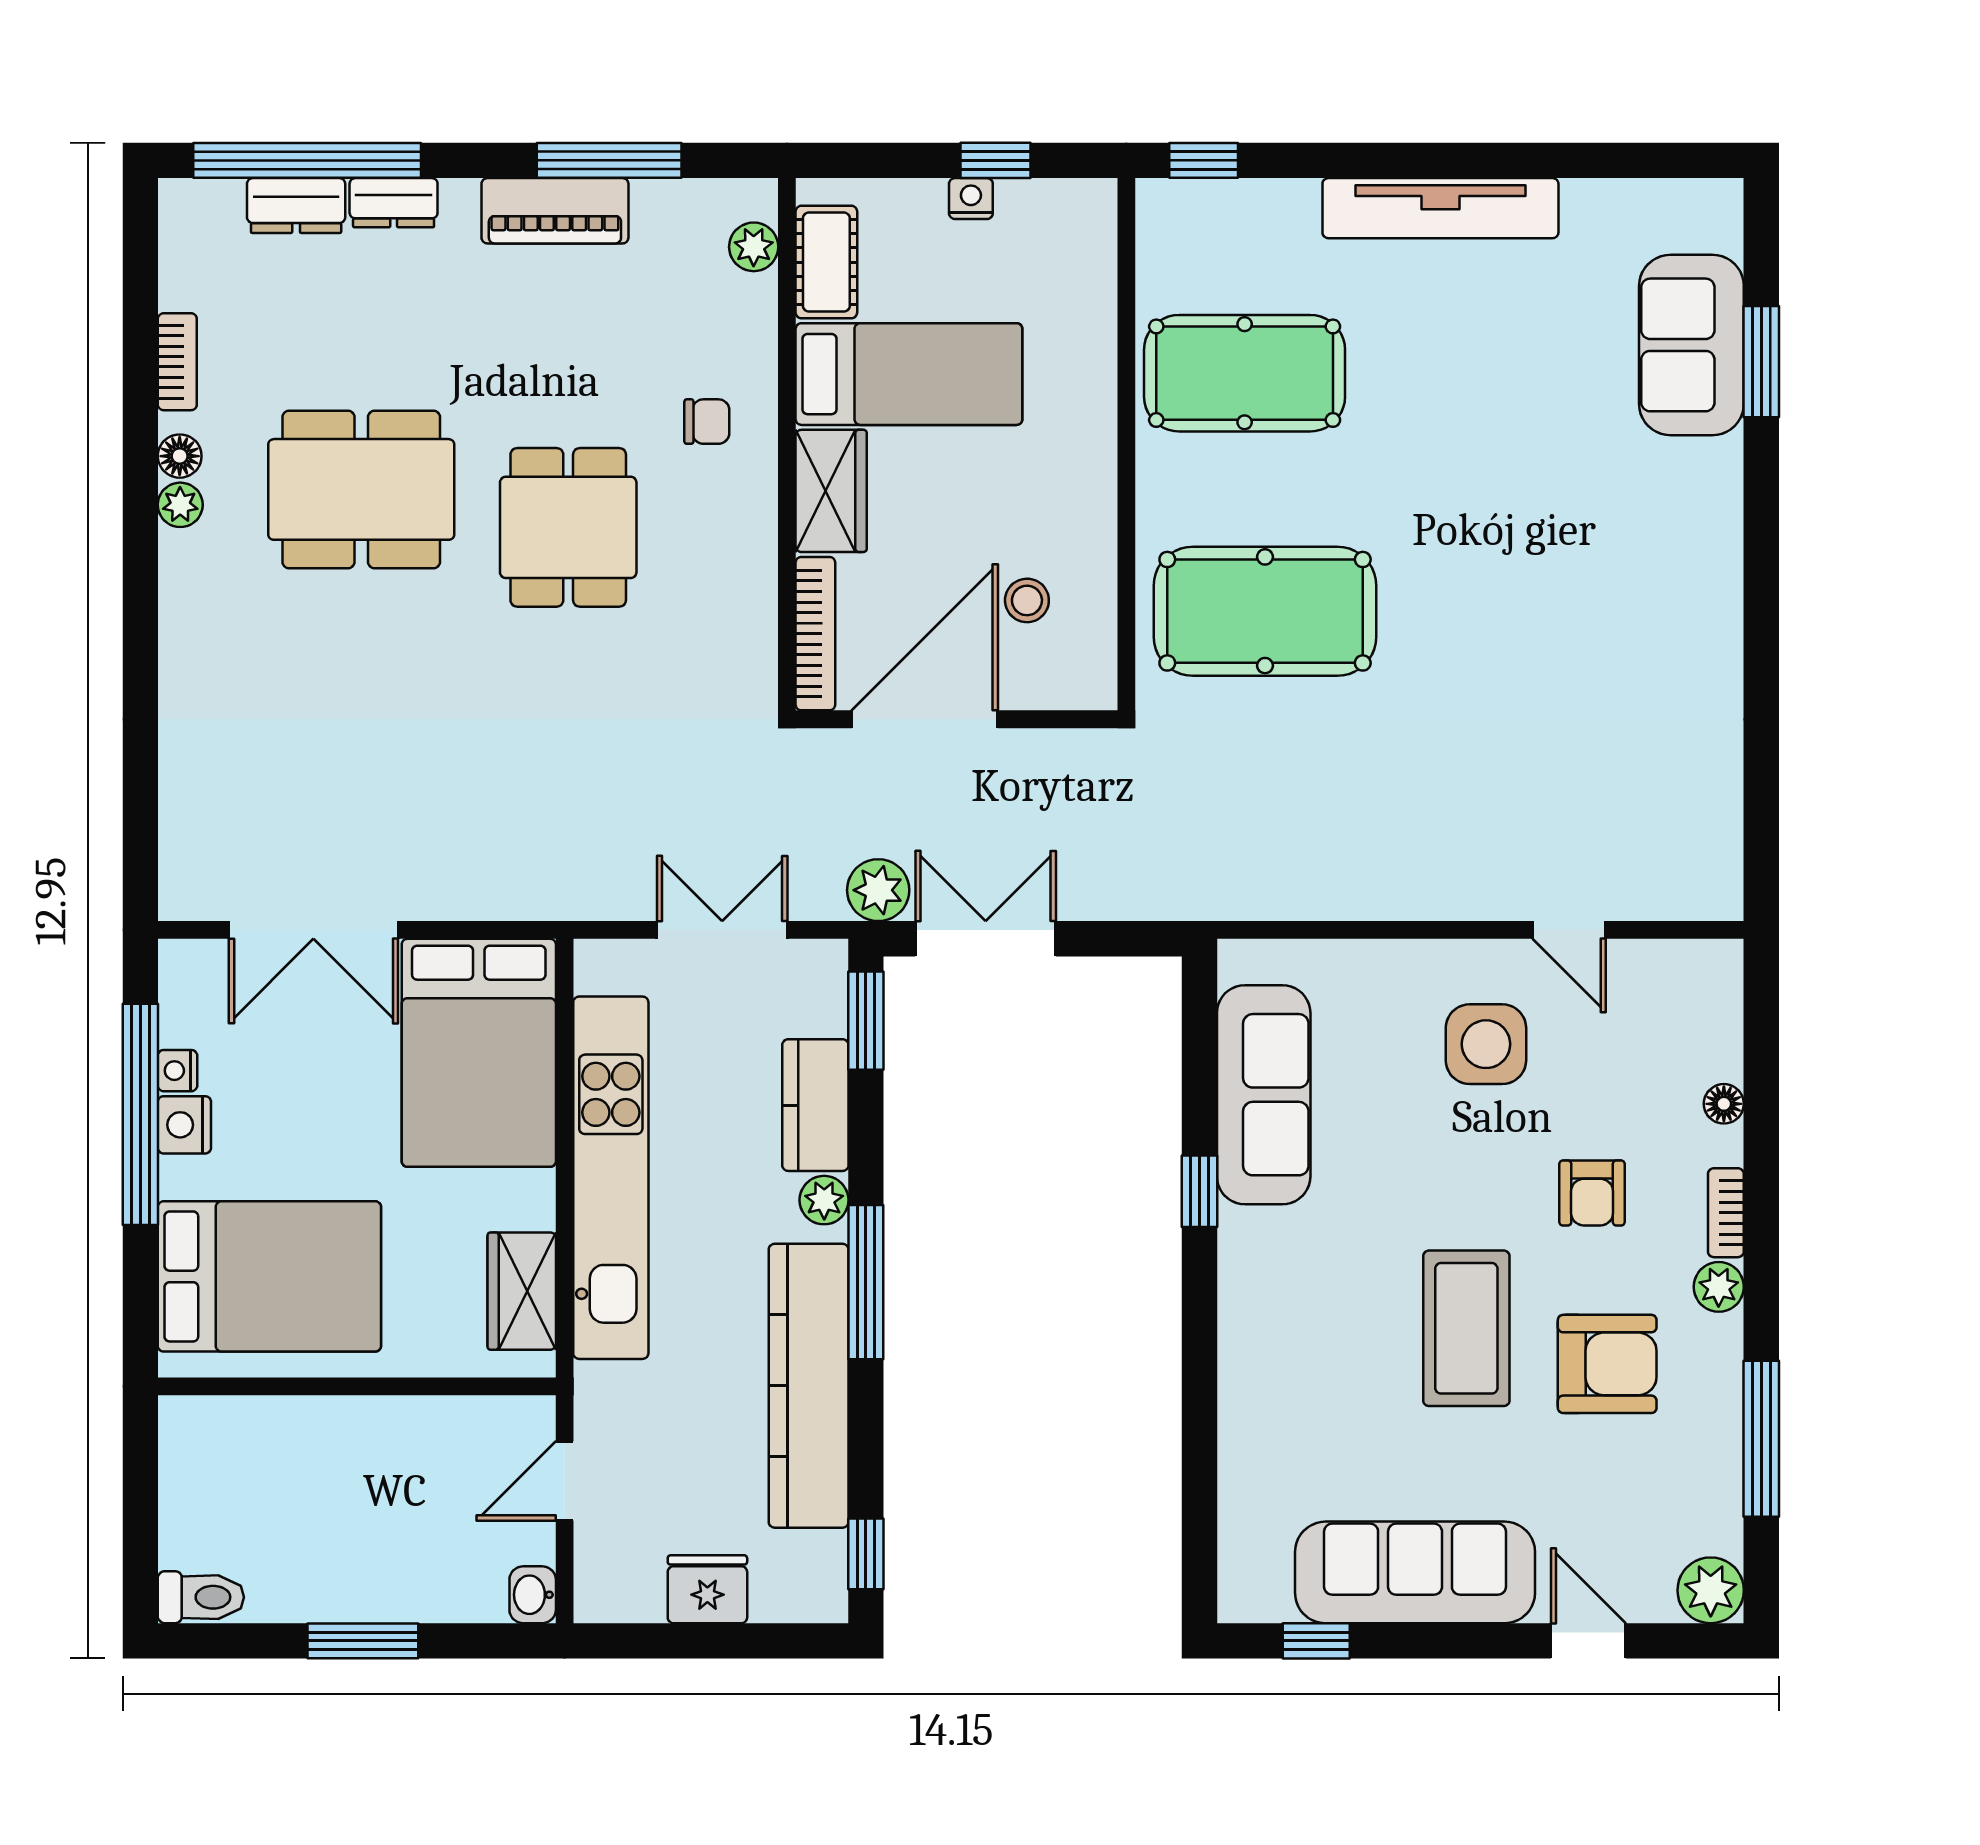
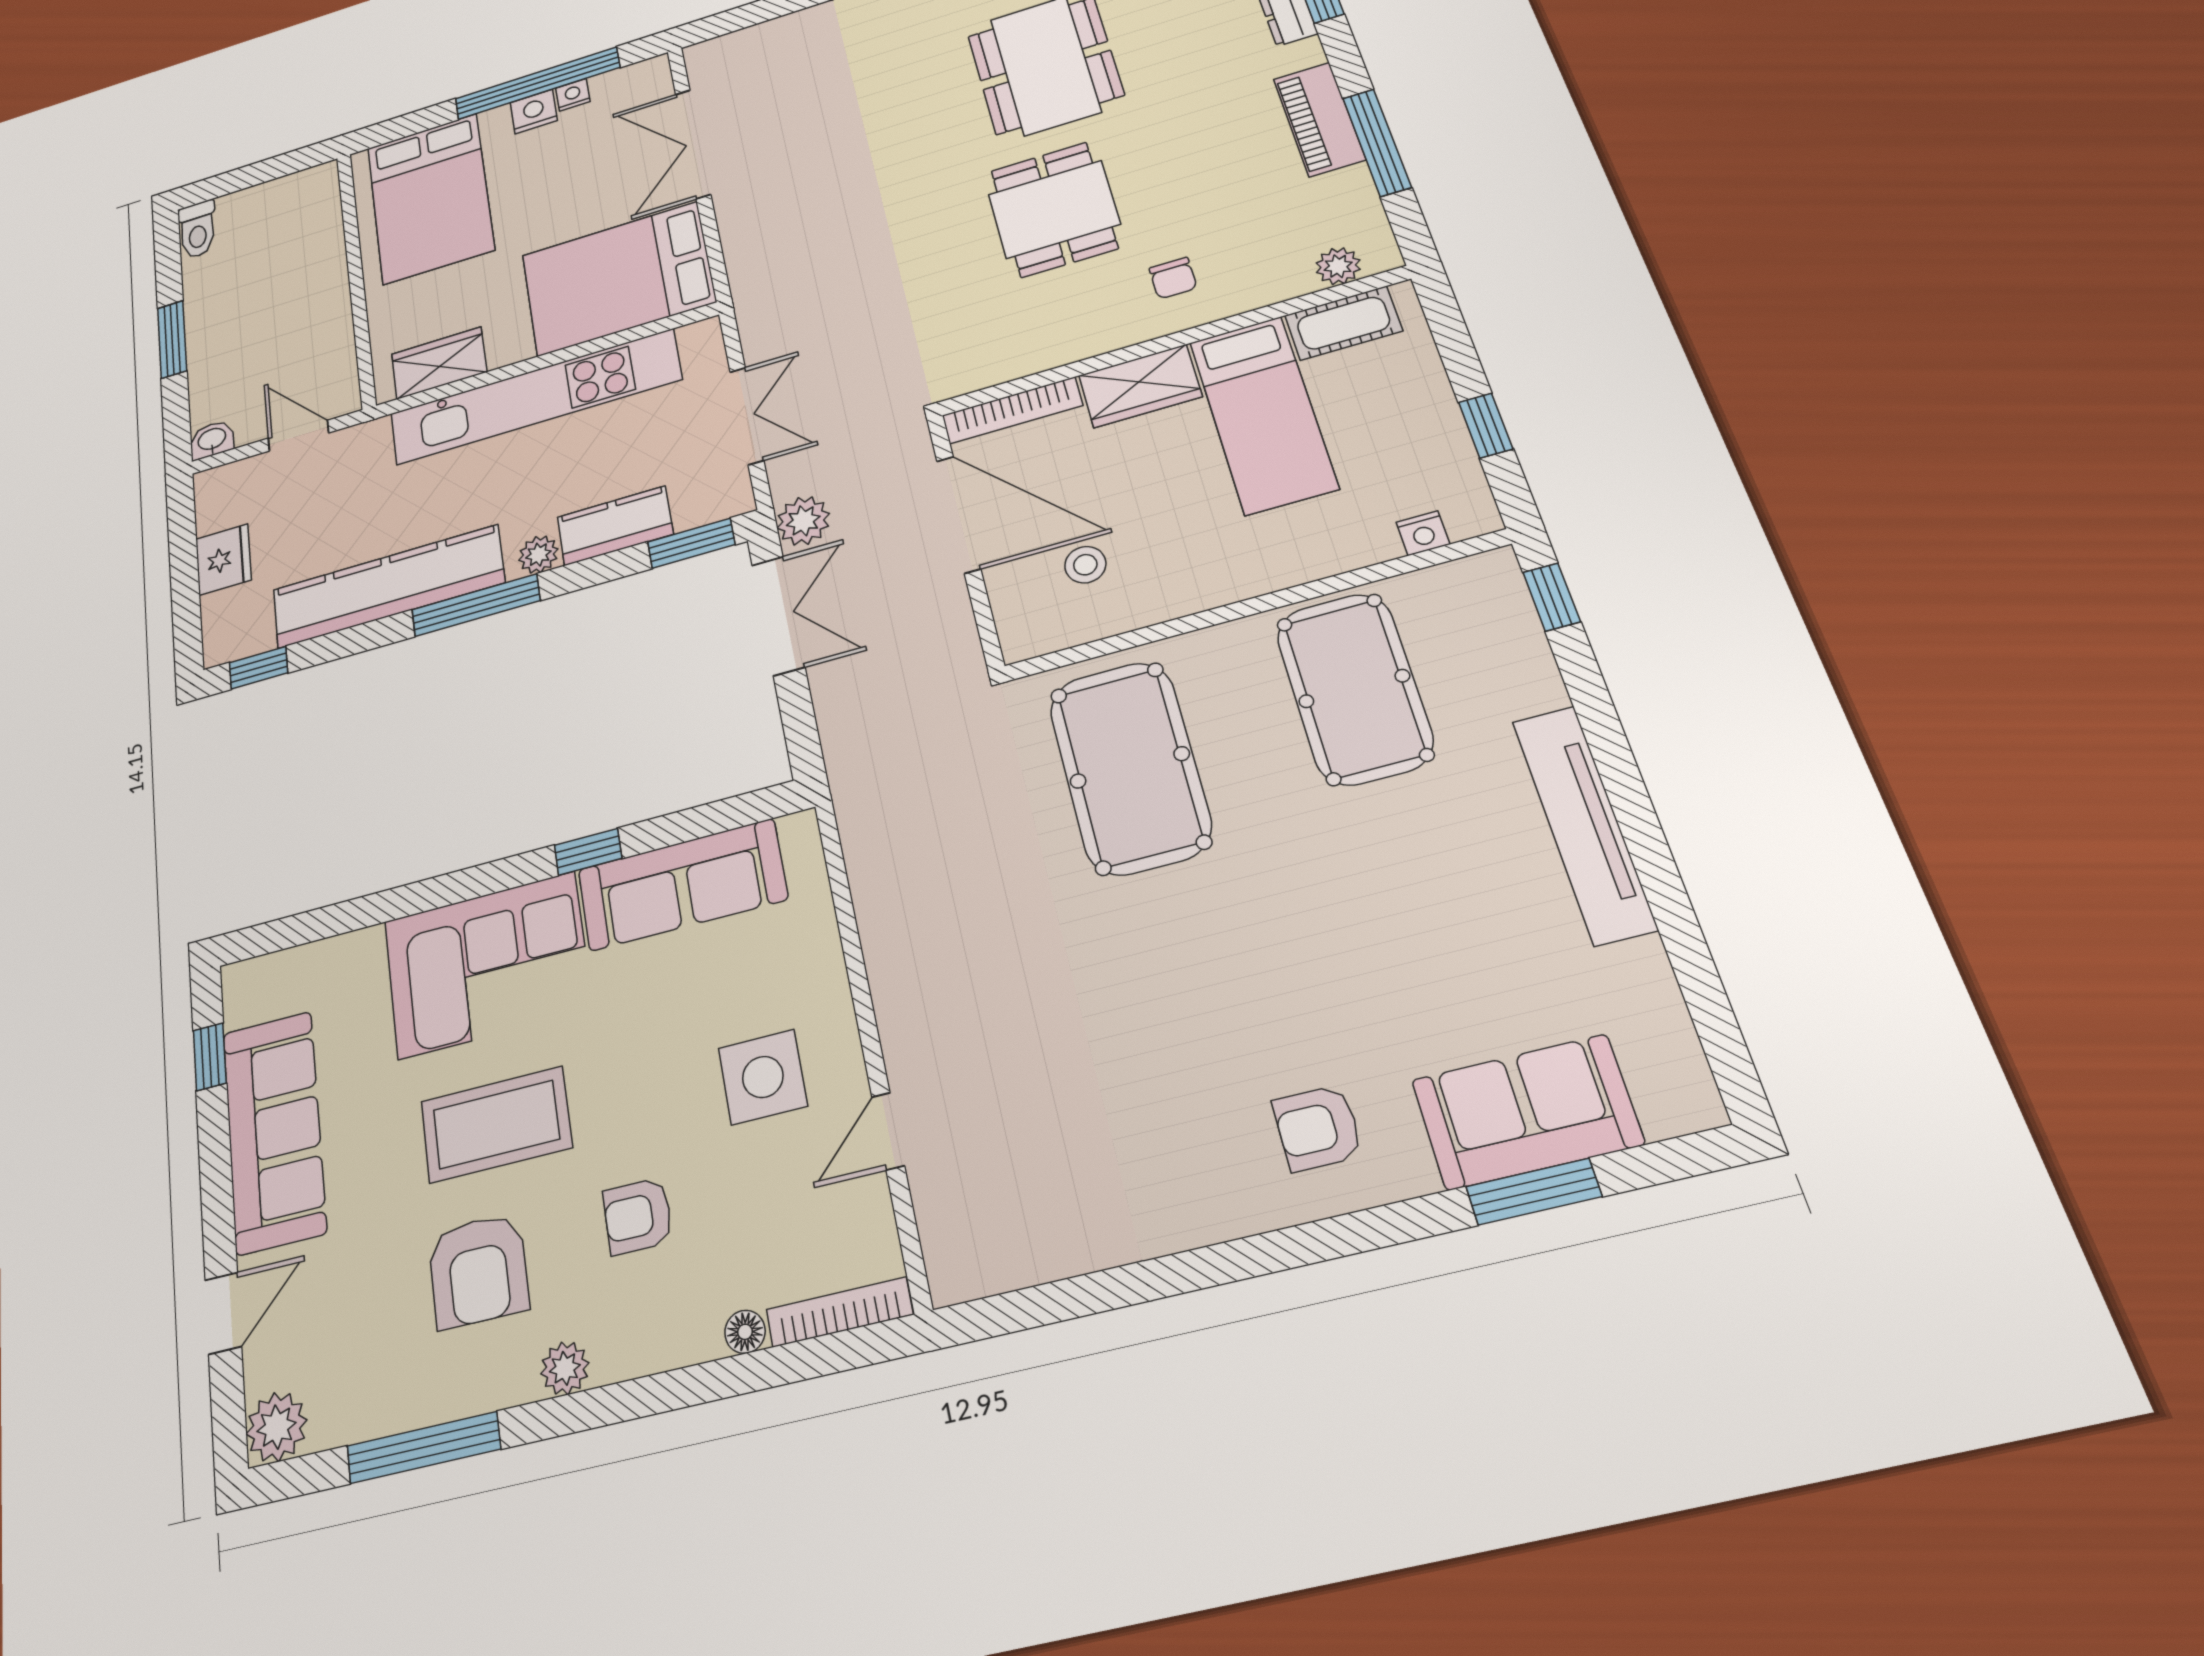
nightstand: (971, 199) -> (1423, 533), moved, turned 90
dining table: (568, 527) -> (1054, 209), turned 90
armchair: (1662, 531) -> (1318, 1128), added
bookcase: (1726, 1213) -> (839, 1312), moved, width x1.56
corner sofa: (1295, 1318) -> (487, 965), added

